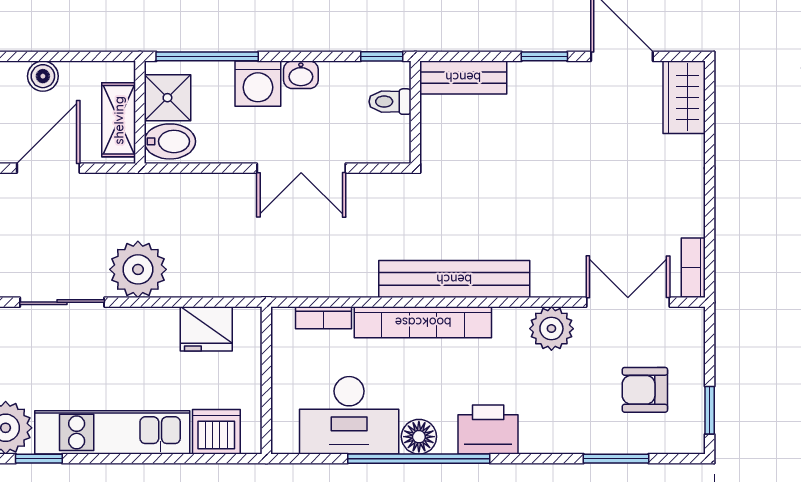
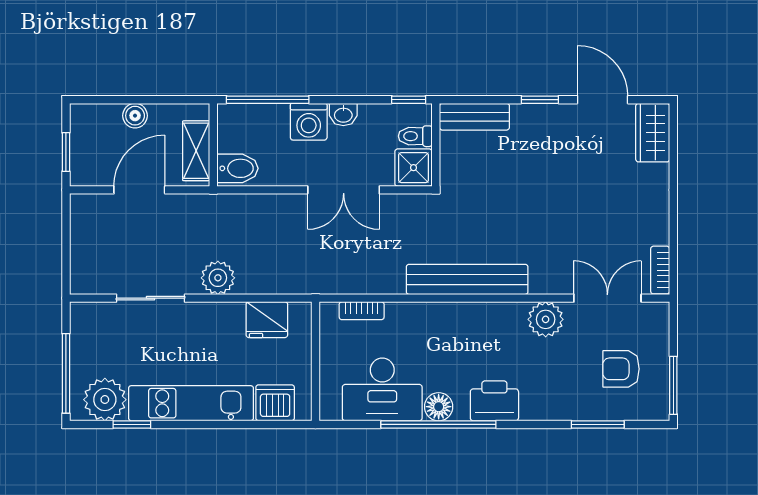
shower: (167, 98) -> (414, 168), moved
plant: (138, 269) -> (218, 278), width x0.73, depth x0.73
bookcase: (423, 322) -> (442, 314), removed
window: (710, 410) -> (673, 385), width x1.50

